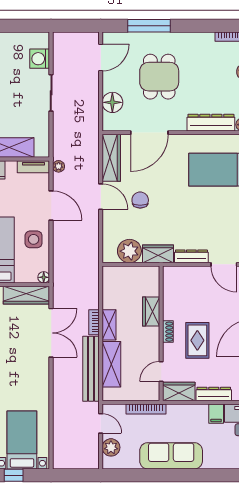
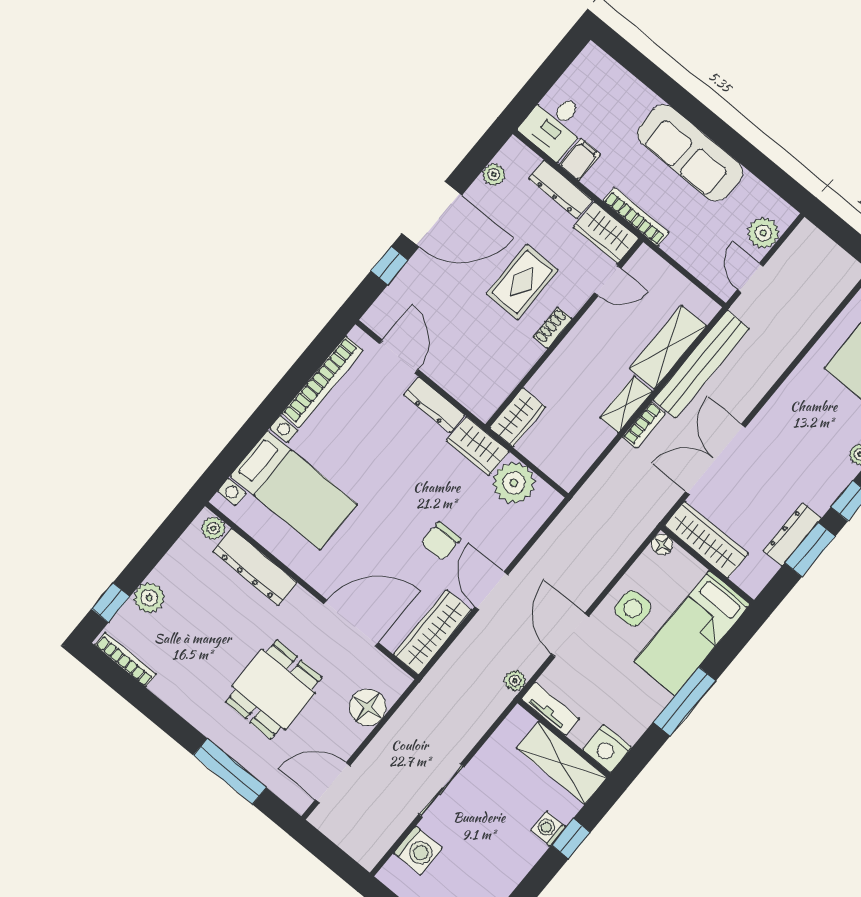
wardrobe: (151, 312) -> (518, 417), moved
bookcase: (146, 409) -> (636, 217), moved

